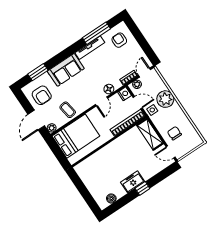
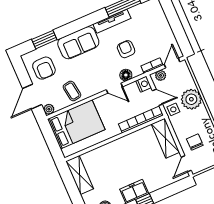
armchair: (119, 40) -> (126, 49), moved
door: (101, 101) -> (114, 88), hinge flipped
door: (171, 152) -> (186, 164), hinge flipped
shelving: (86, 176) -> (80, 175), added

